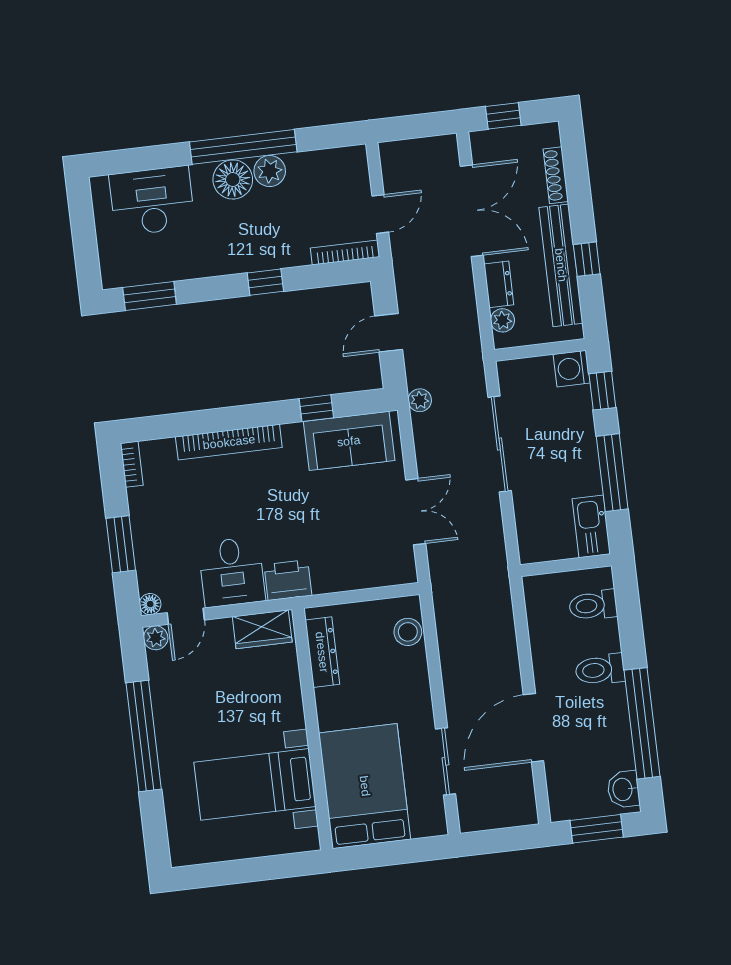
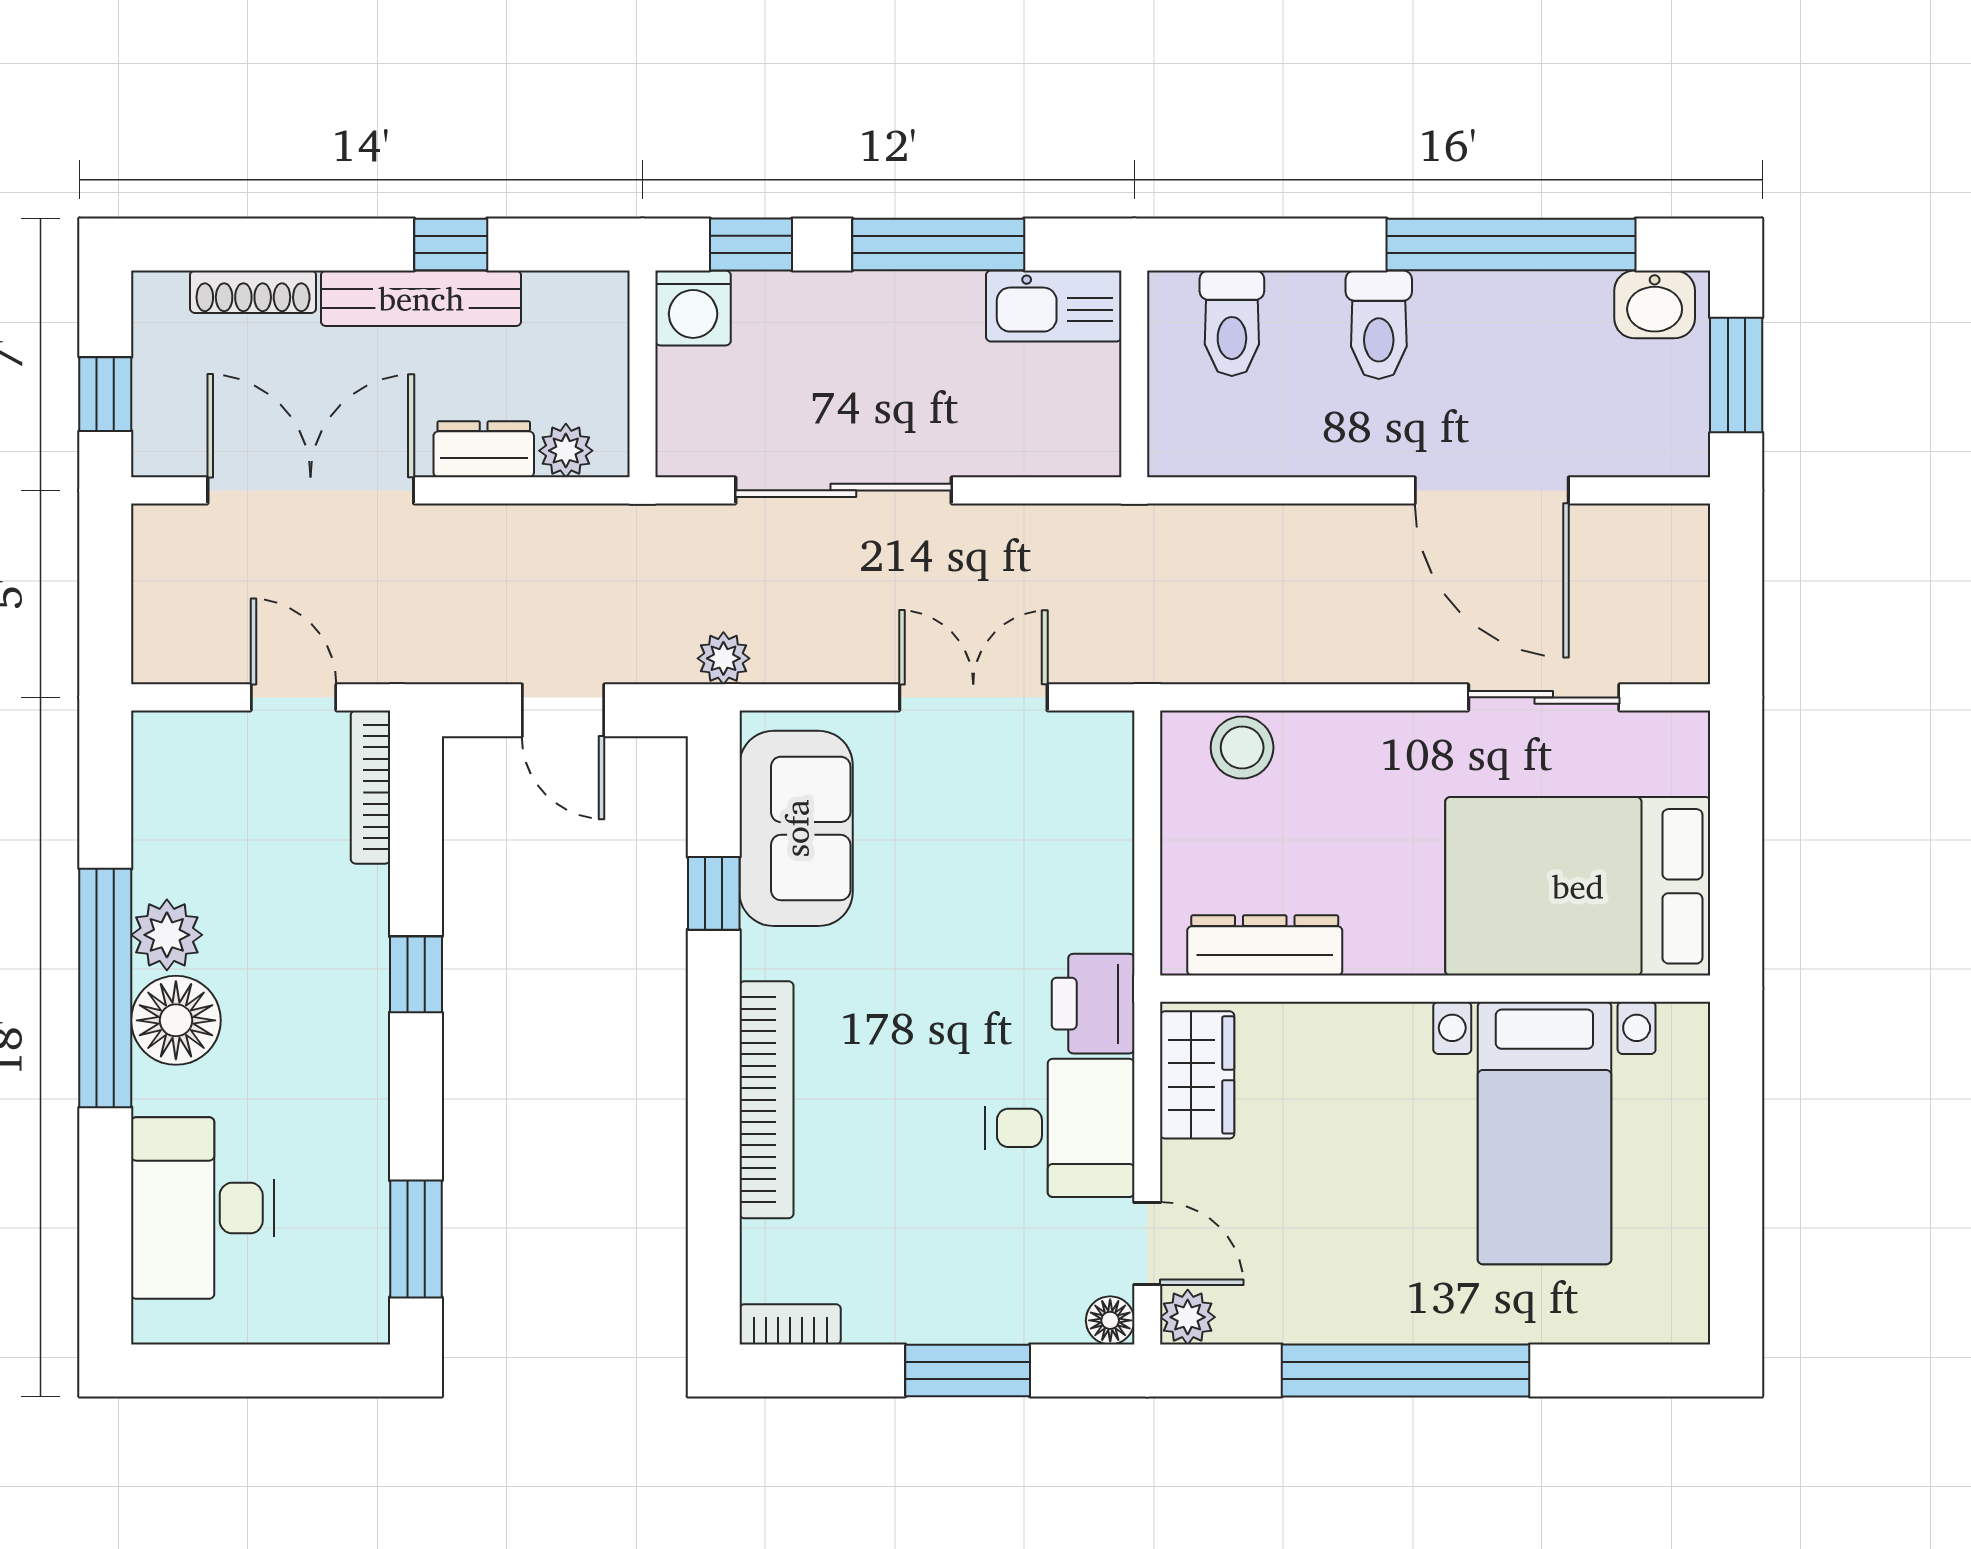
bench: (561, 265) -> (421, 298), width x0.73, depth x0.82

